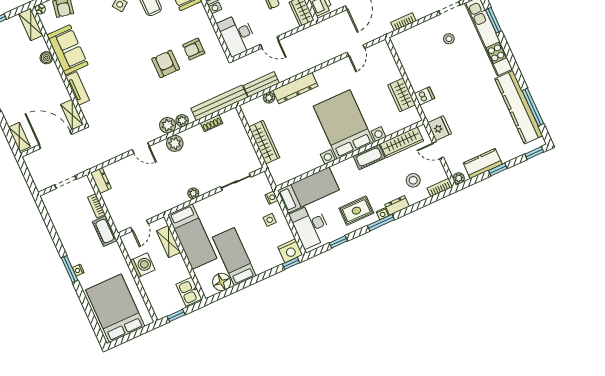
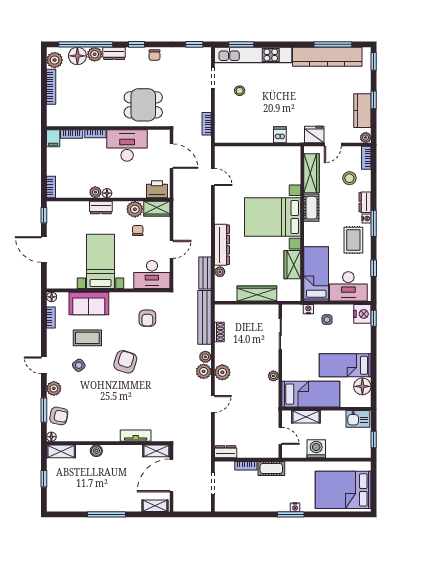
sofa: (67, 50) -> (98, 429), removed
armchair: (166, 64) -> (125, 362), moved, turned 107
wardrobe: (402, 95) -> (292, 265), moved, turned 90

